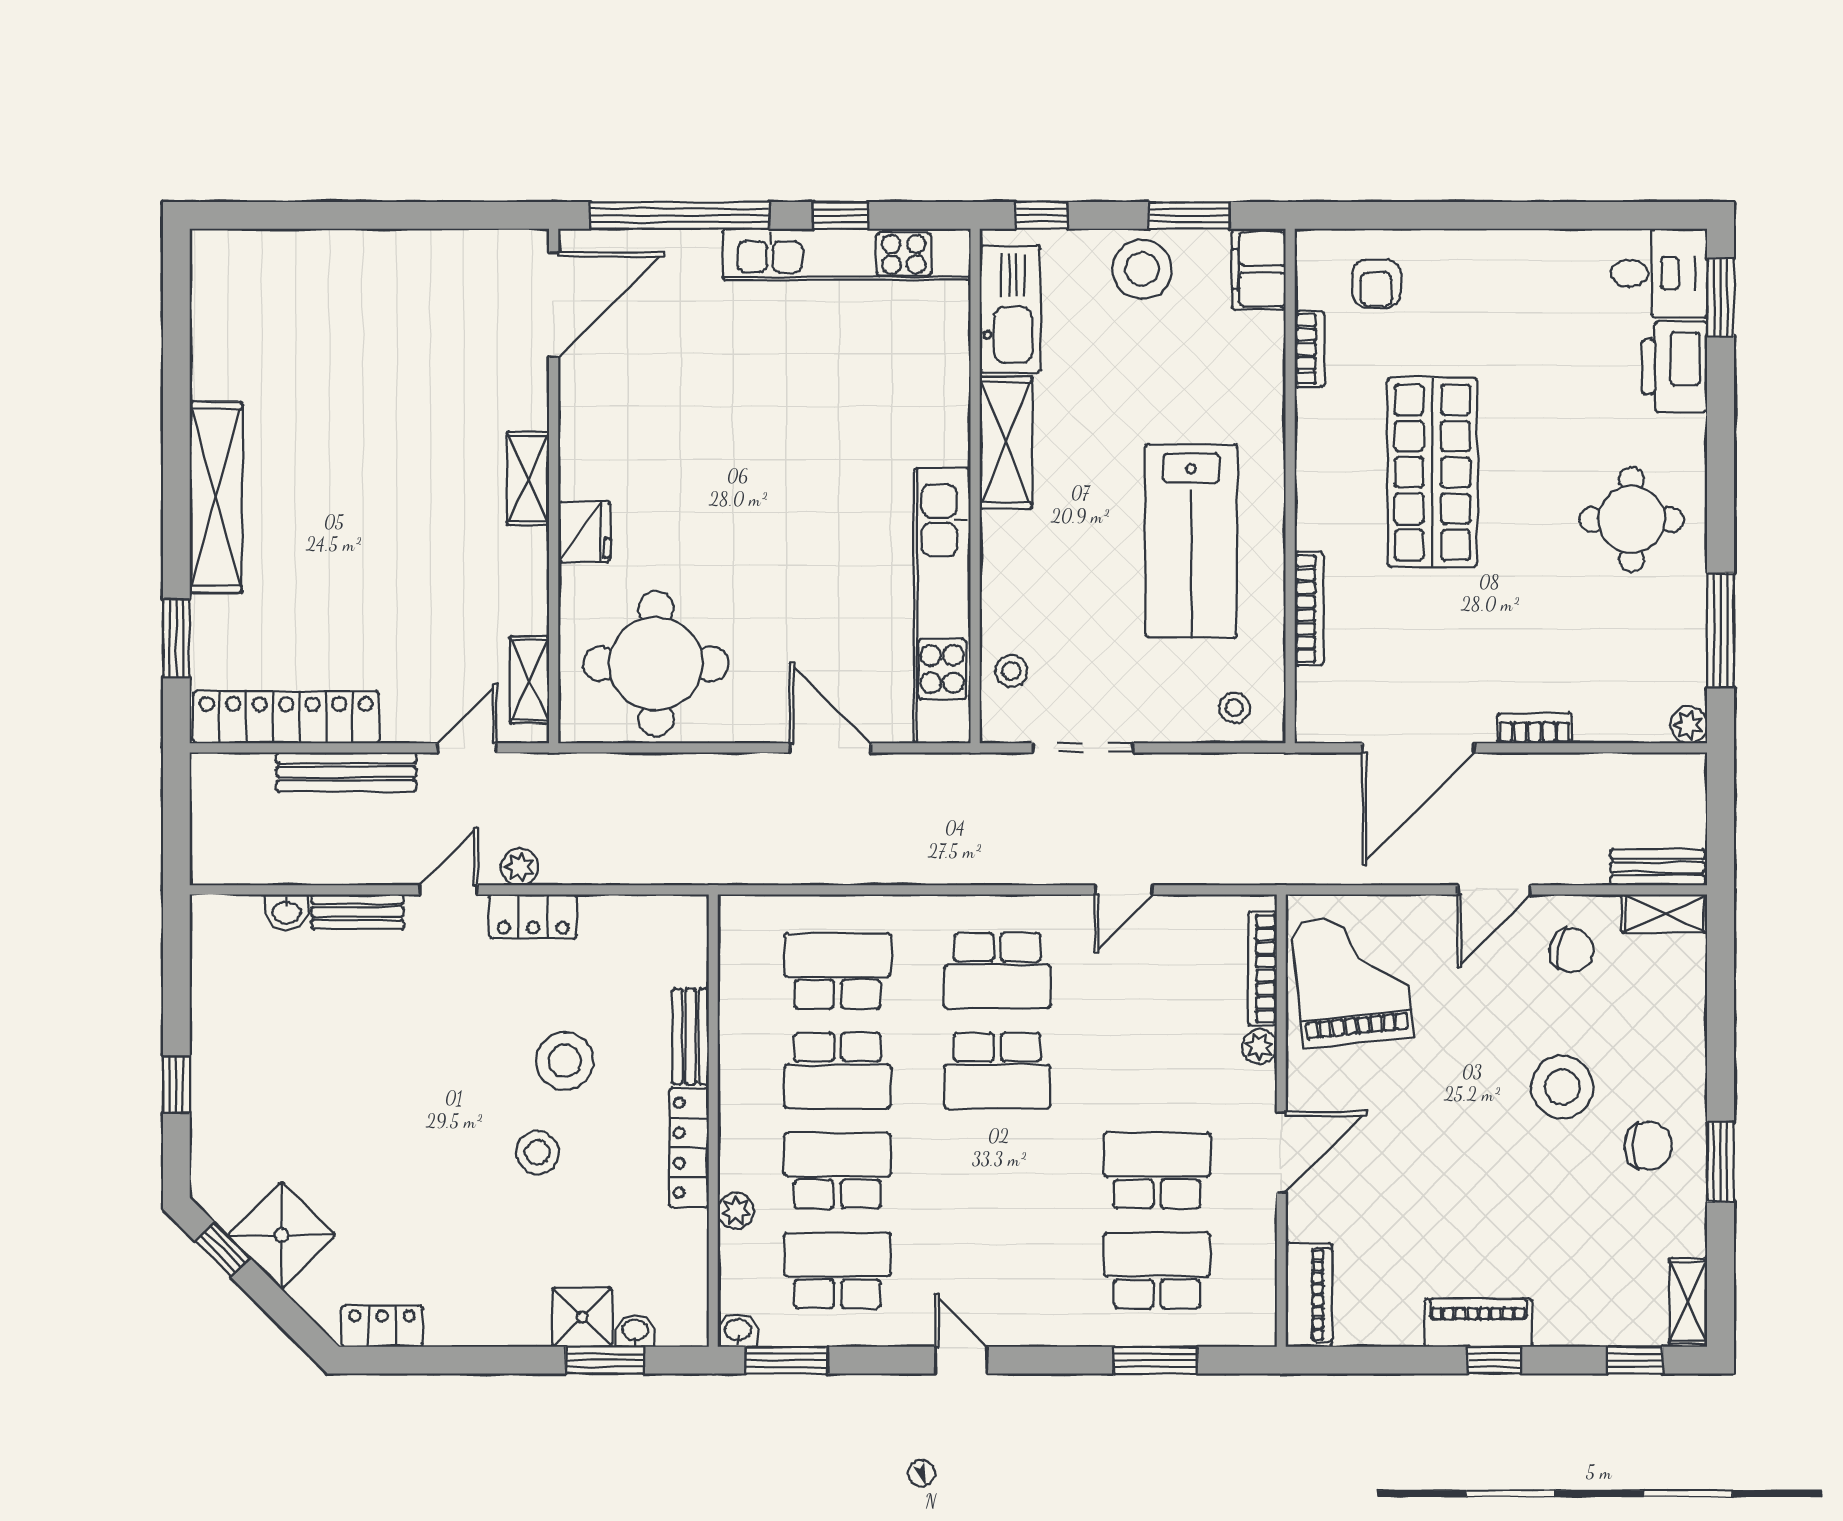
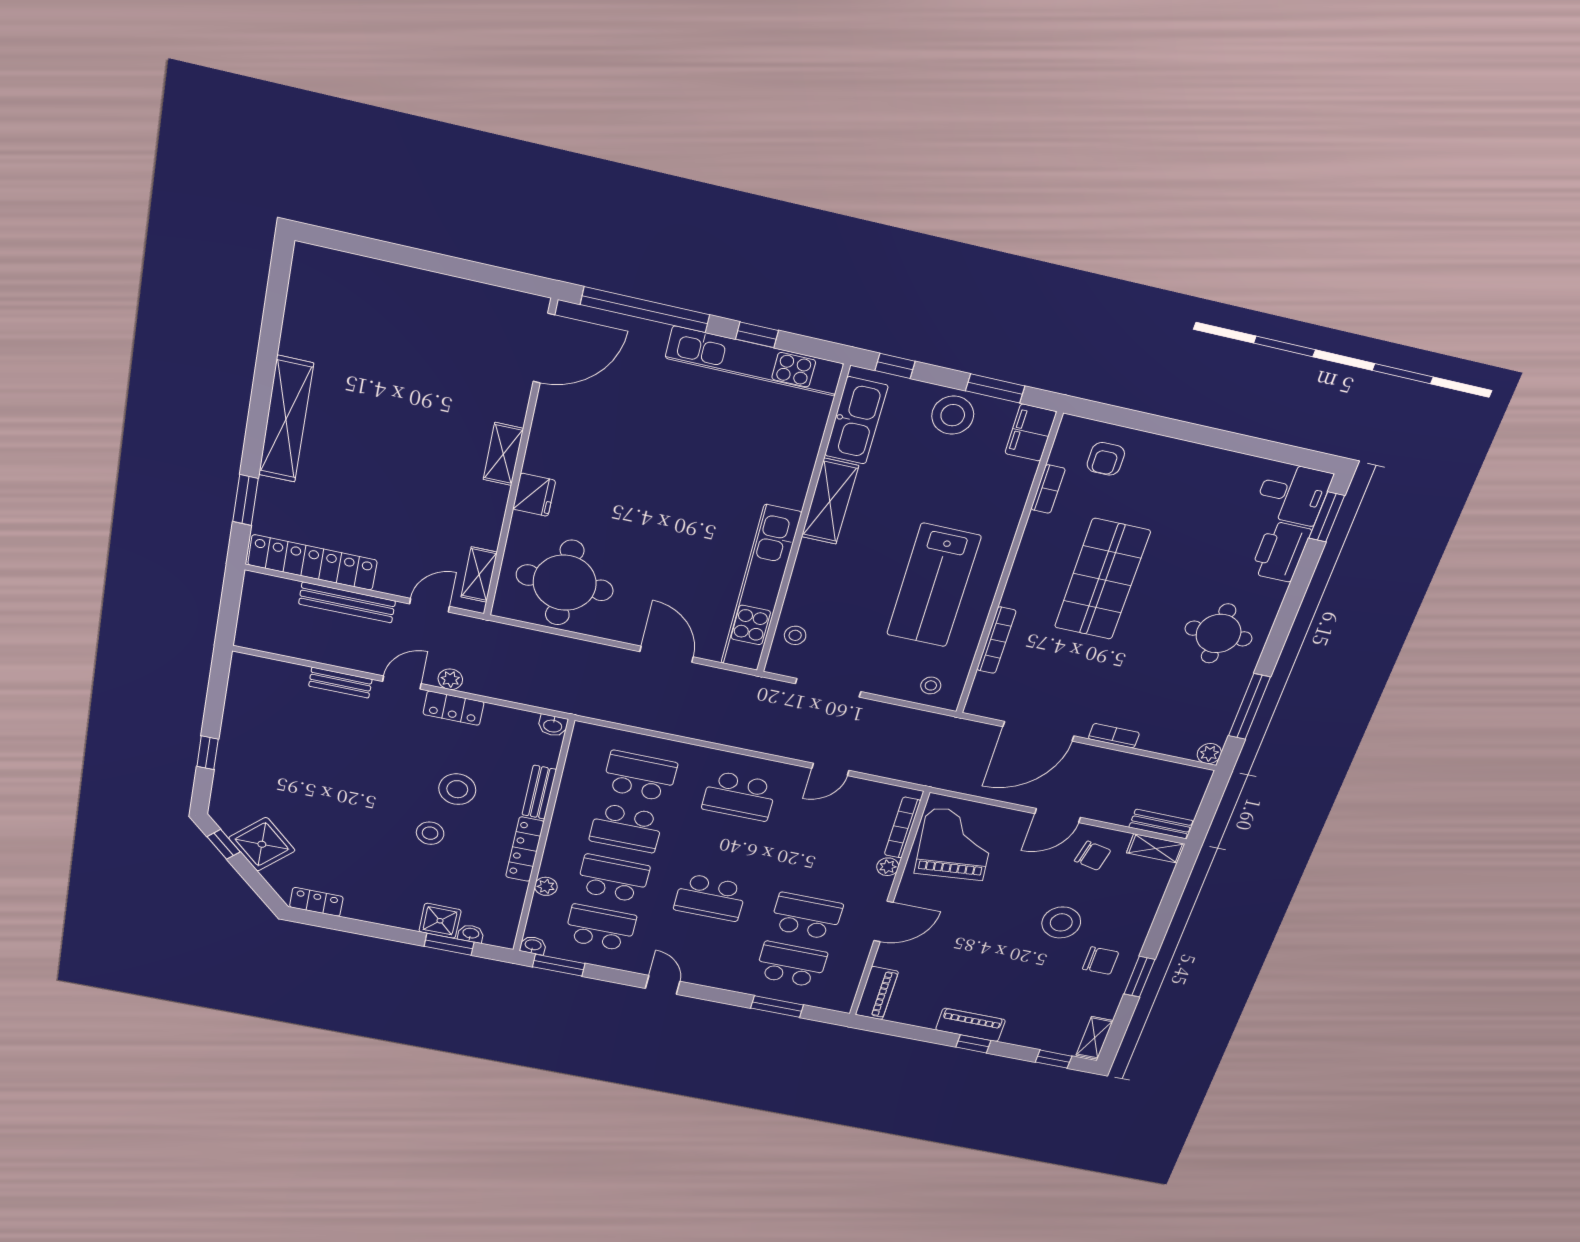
washbasin: (286, 912) -> (553, 725), moved
school desk: (997, 1071) -> (710, 897), moved

